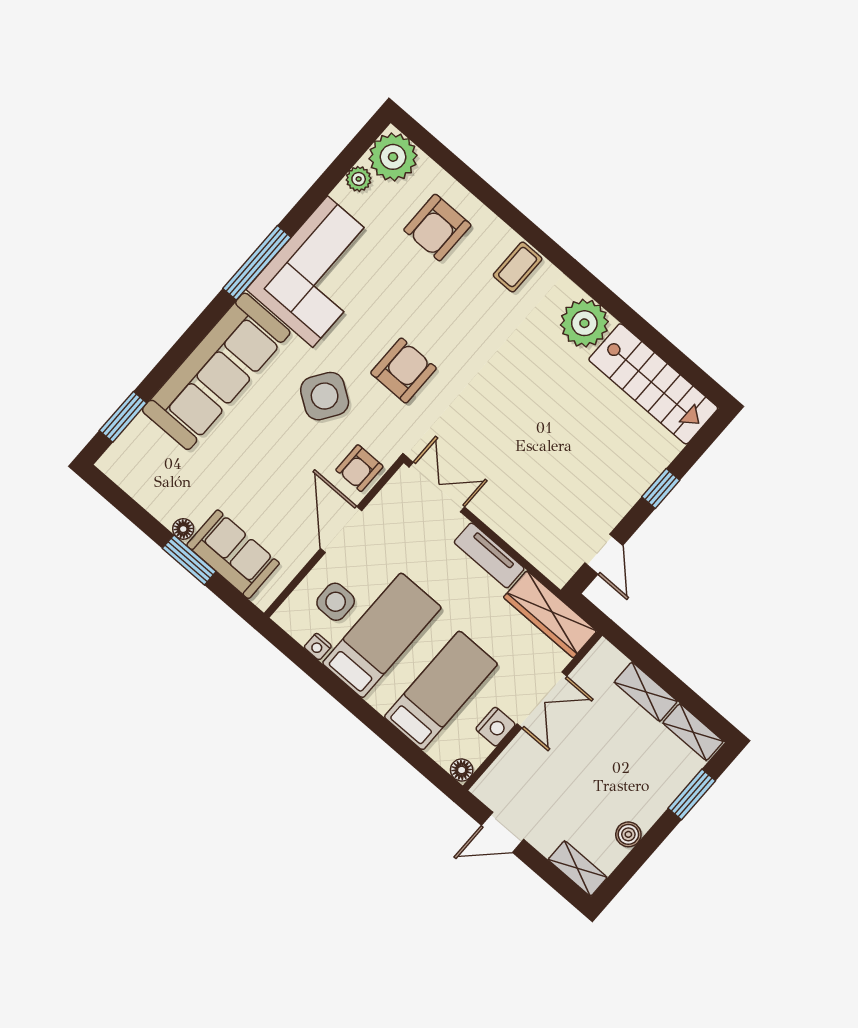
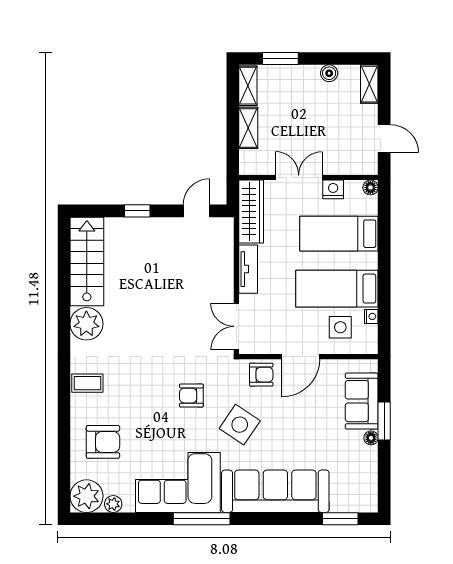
armchair: (403, 371) -> (191, 396), width x0.72, depth x0.72

